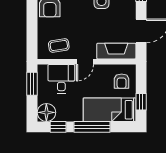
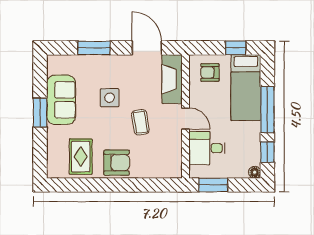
coffee table: (59, 46) -> (140, 122), moved
armchair: (122, 81) -> (210, 72), turned 180
floor lamp: (46, 112) -> (255, 172), width x0.53, depth x0.53

